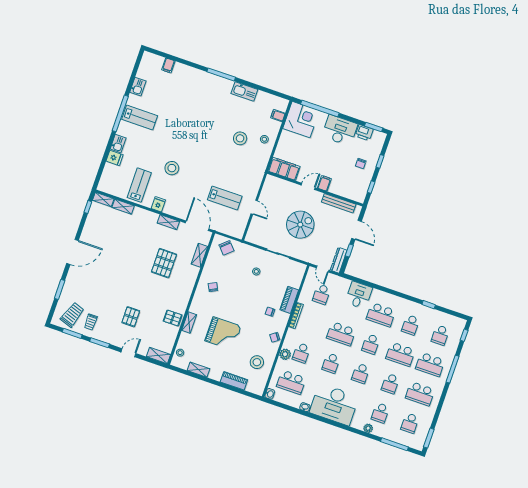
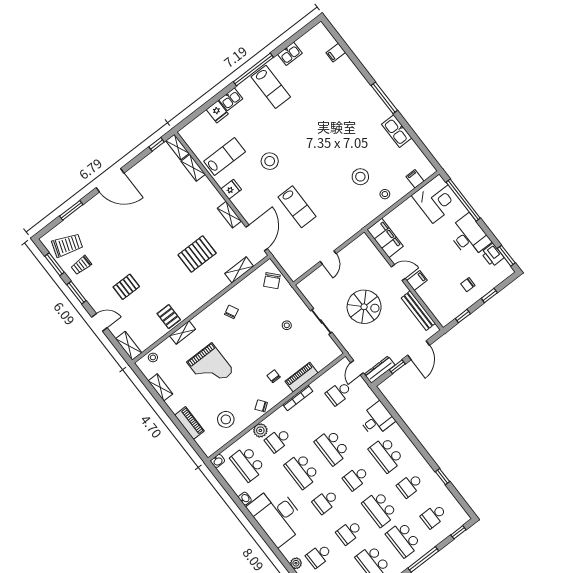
lab bench: (225, 198) -> (297, 207), moved
school desk: (331, 363) -> (302, 471), width x1.85

